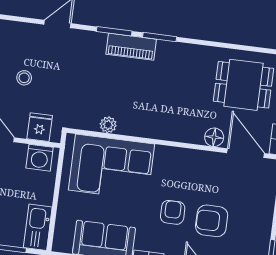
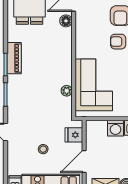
piano: (131, 47) -> (14, 58), moved
washing machine: (40, 158) -> (116, 128), moved, turned 90

